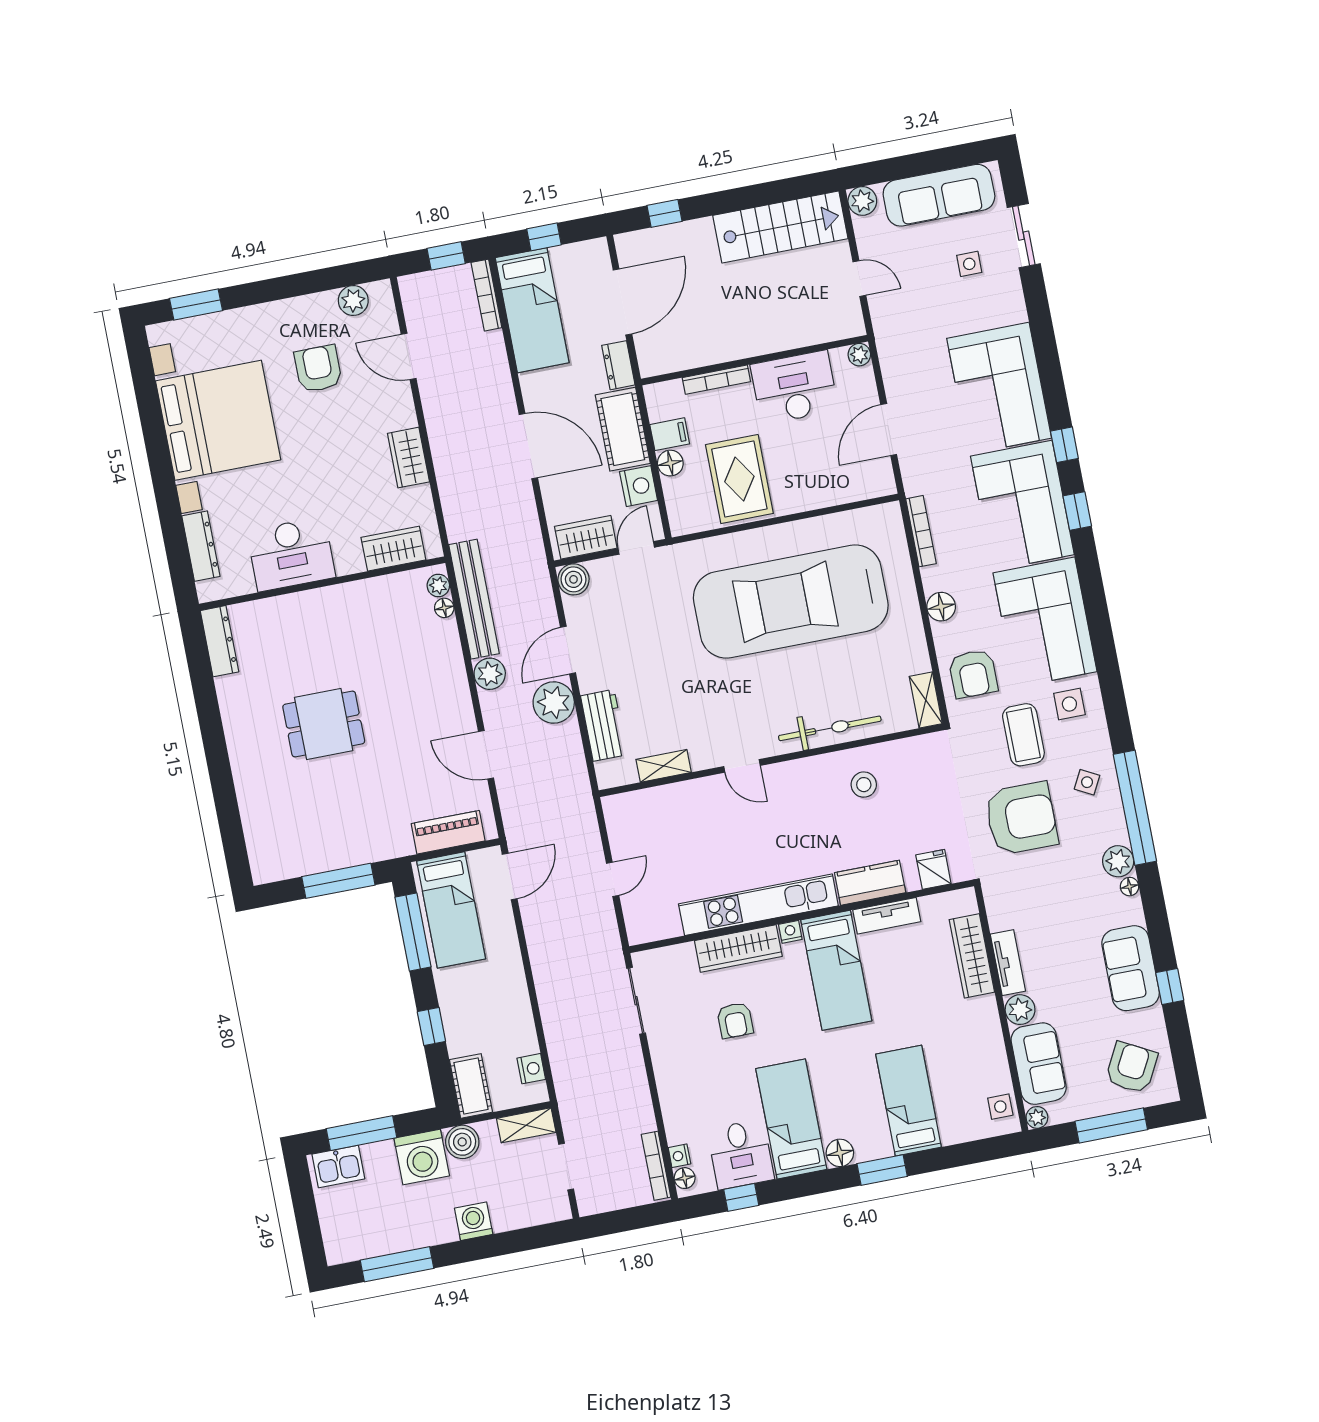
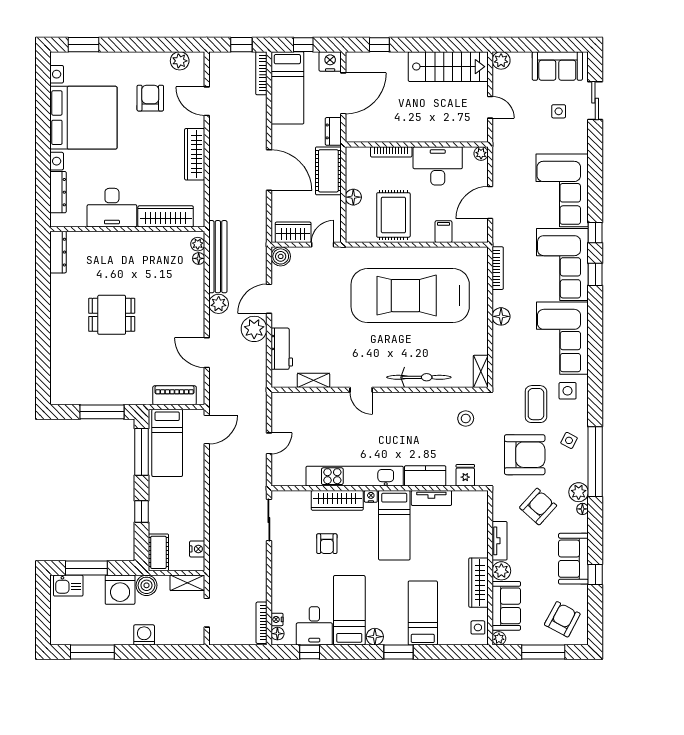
sofa: (939, 195) -> (557, 66), width x0.73
filing cabinet: (670, 434) -> (444, 232), moved, turned -90
wardrobe: (408, 458) -> (195, 154), width x1.50
nightstand: (639, 486) -> (330, 61), moved, turned -90
wardrobe: (393, 549) -> (166, 216), width x1.50
armchair: (973, 674) -> (538, 507), moved, turned -138
stool: (864, 785) -> (466, 419), moved
wardrobe: (972, 956) -> (478, 583), moved

